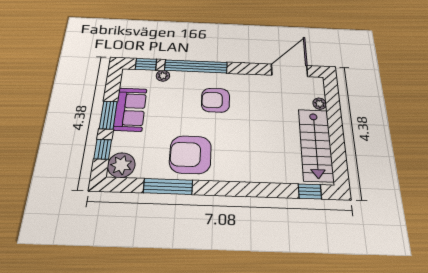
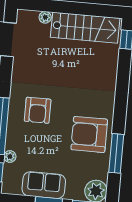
armchair: (190, 155) -> (89, 134), turned 90

